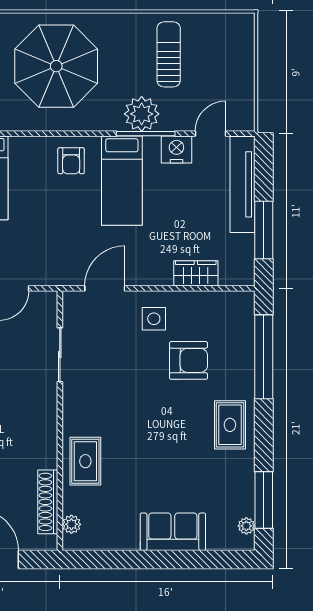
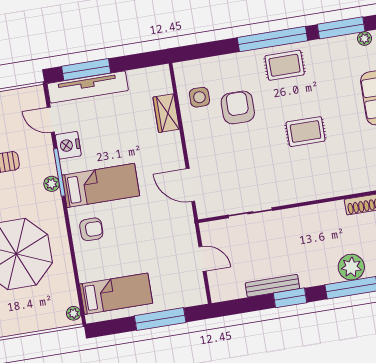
plant: (142, 114) -> (52, 184), width x0.53, depth x0.53
window: (264, 230) -> (86, 70), moved
side table: (154, 319) -> (199, 97), moved
window: (264, 357) -> (272, 39), moved
rug: (85, 461) -> (306, 132), moved

